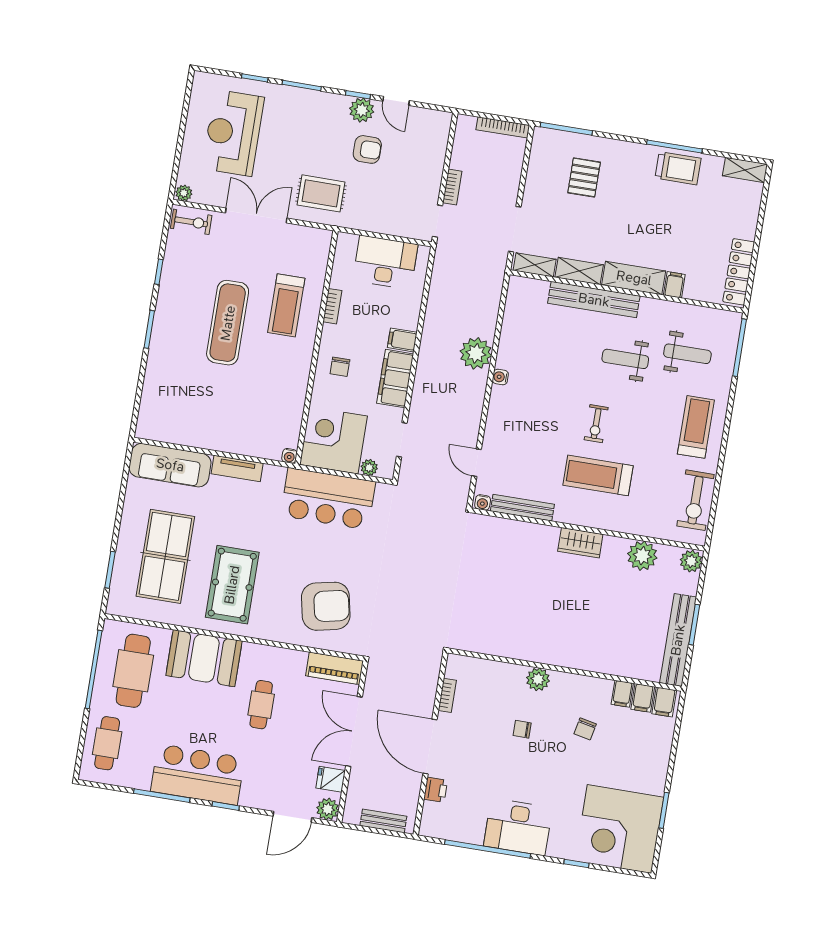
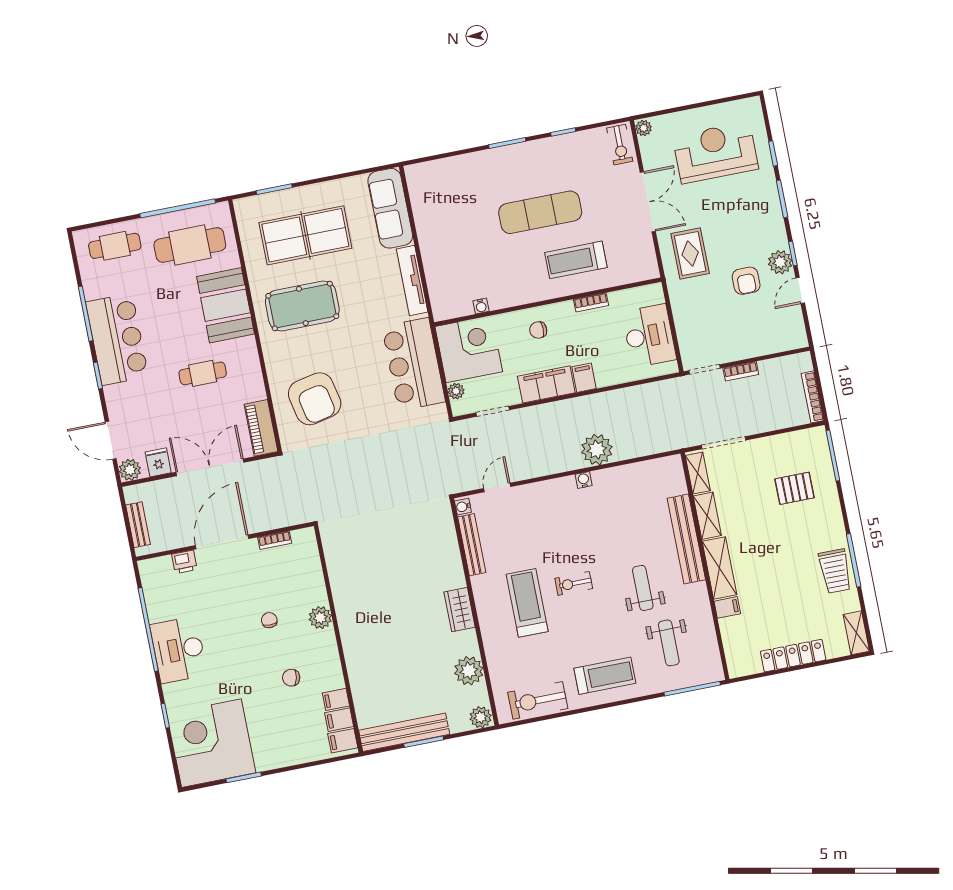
locker: (739, 272) -> (793, 656), moved
water cooler: (289, 456) -> (481, 306), moved, turned -90
tv unit: (237, 468) -> (412, 281), width x1.41

